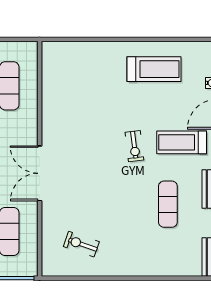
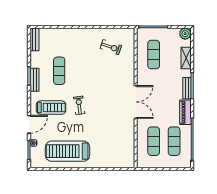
treadmill: (154, 69) -> (67, 151), width x1.37, depth x1.38
double door: (40, 173) -> (136, 102), moved

